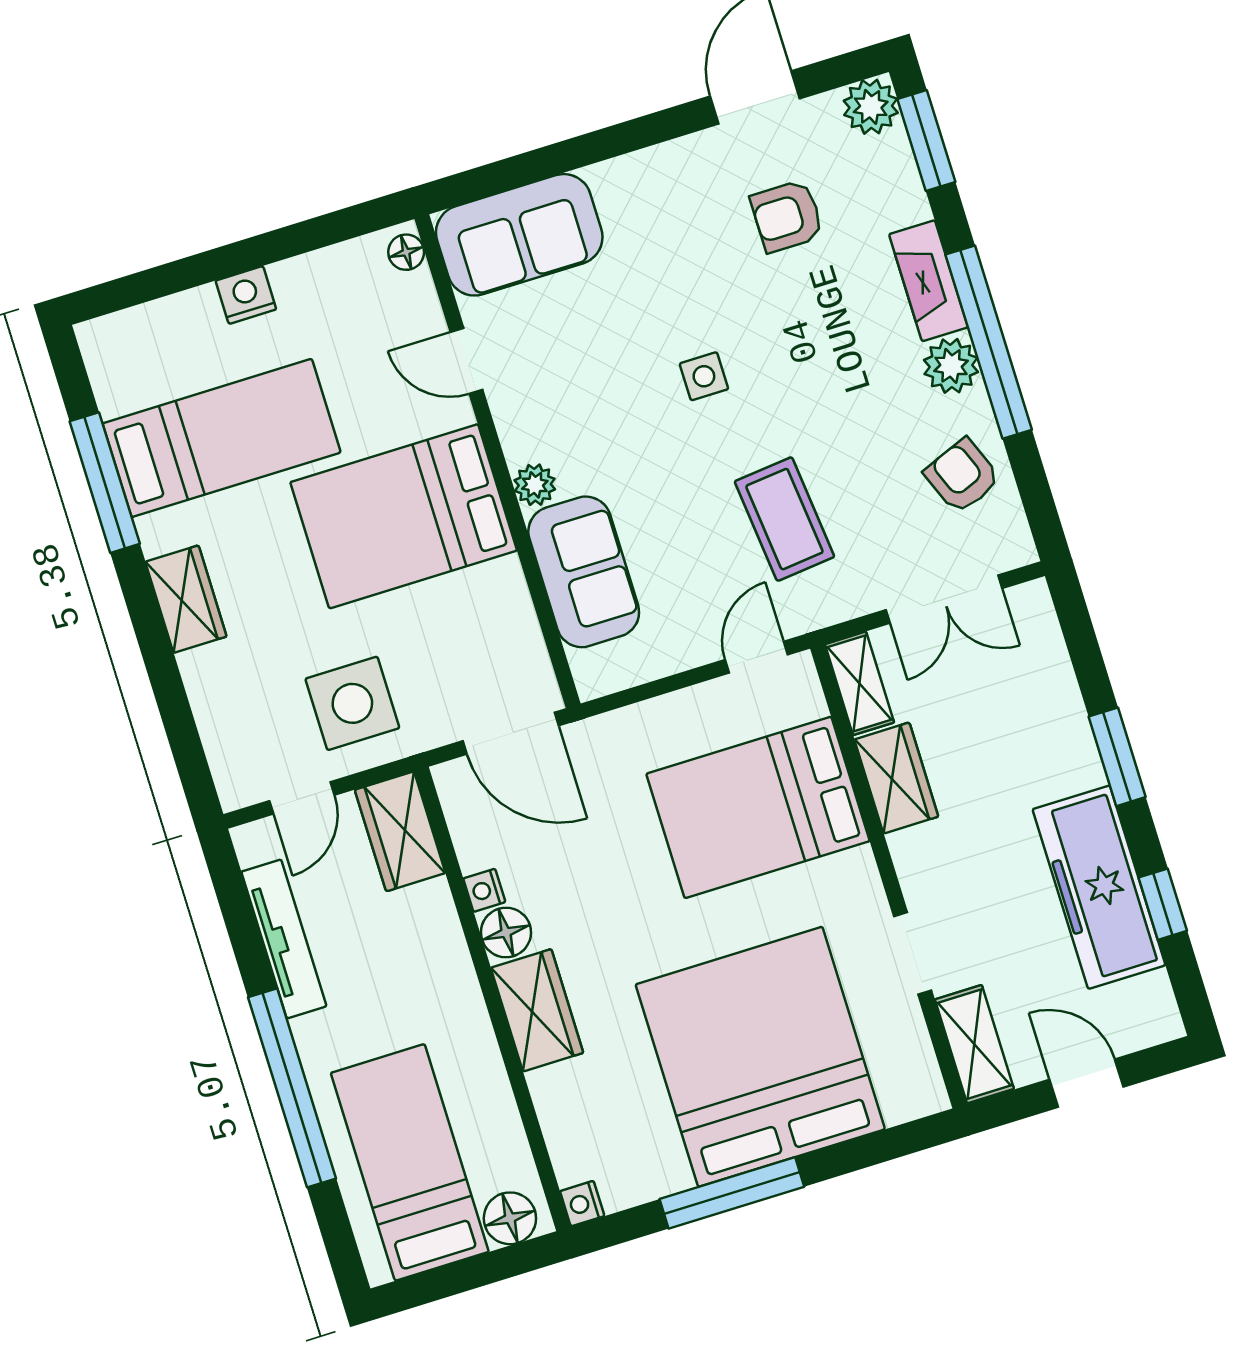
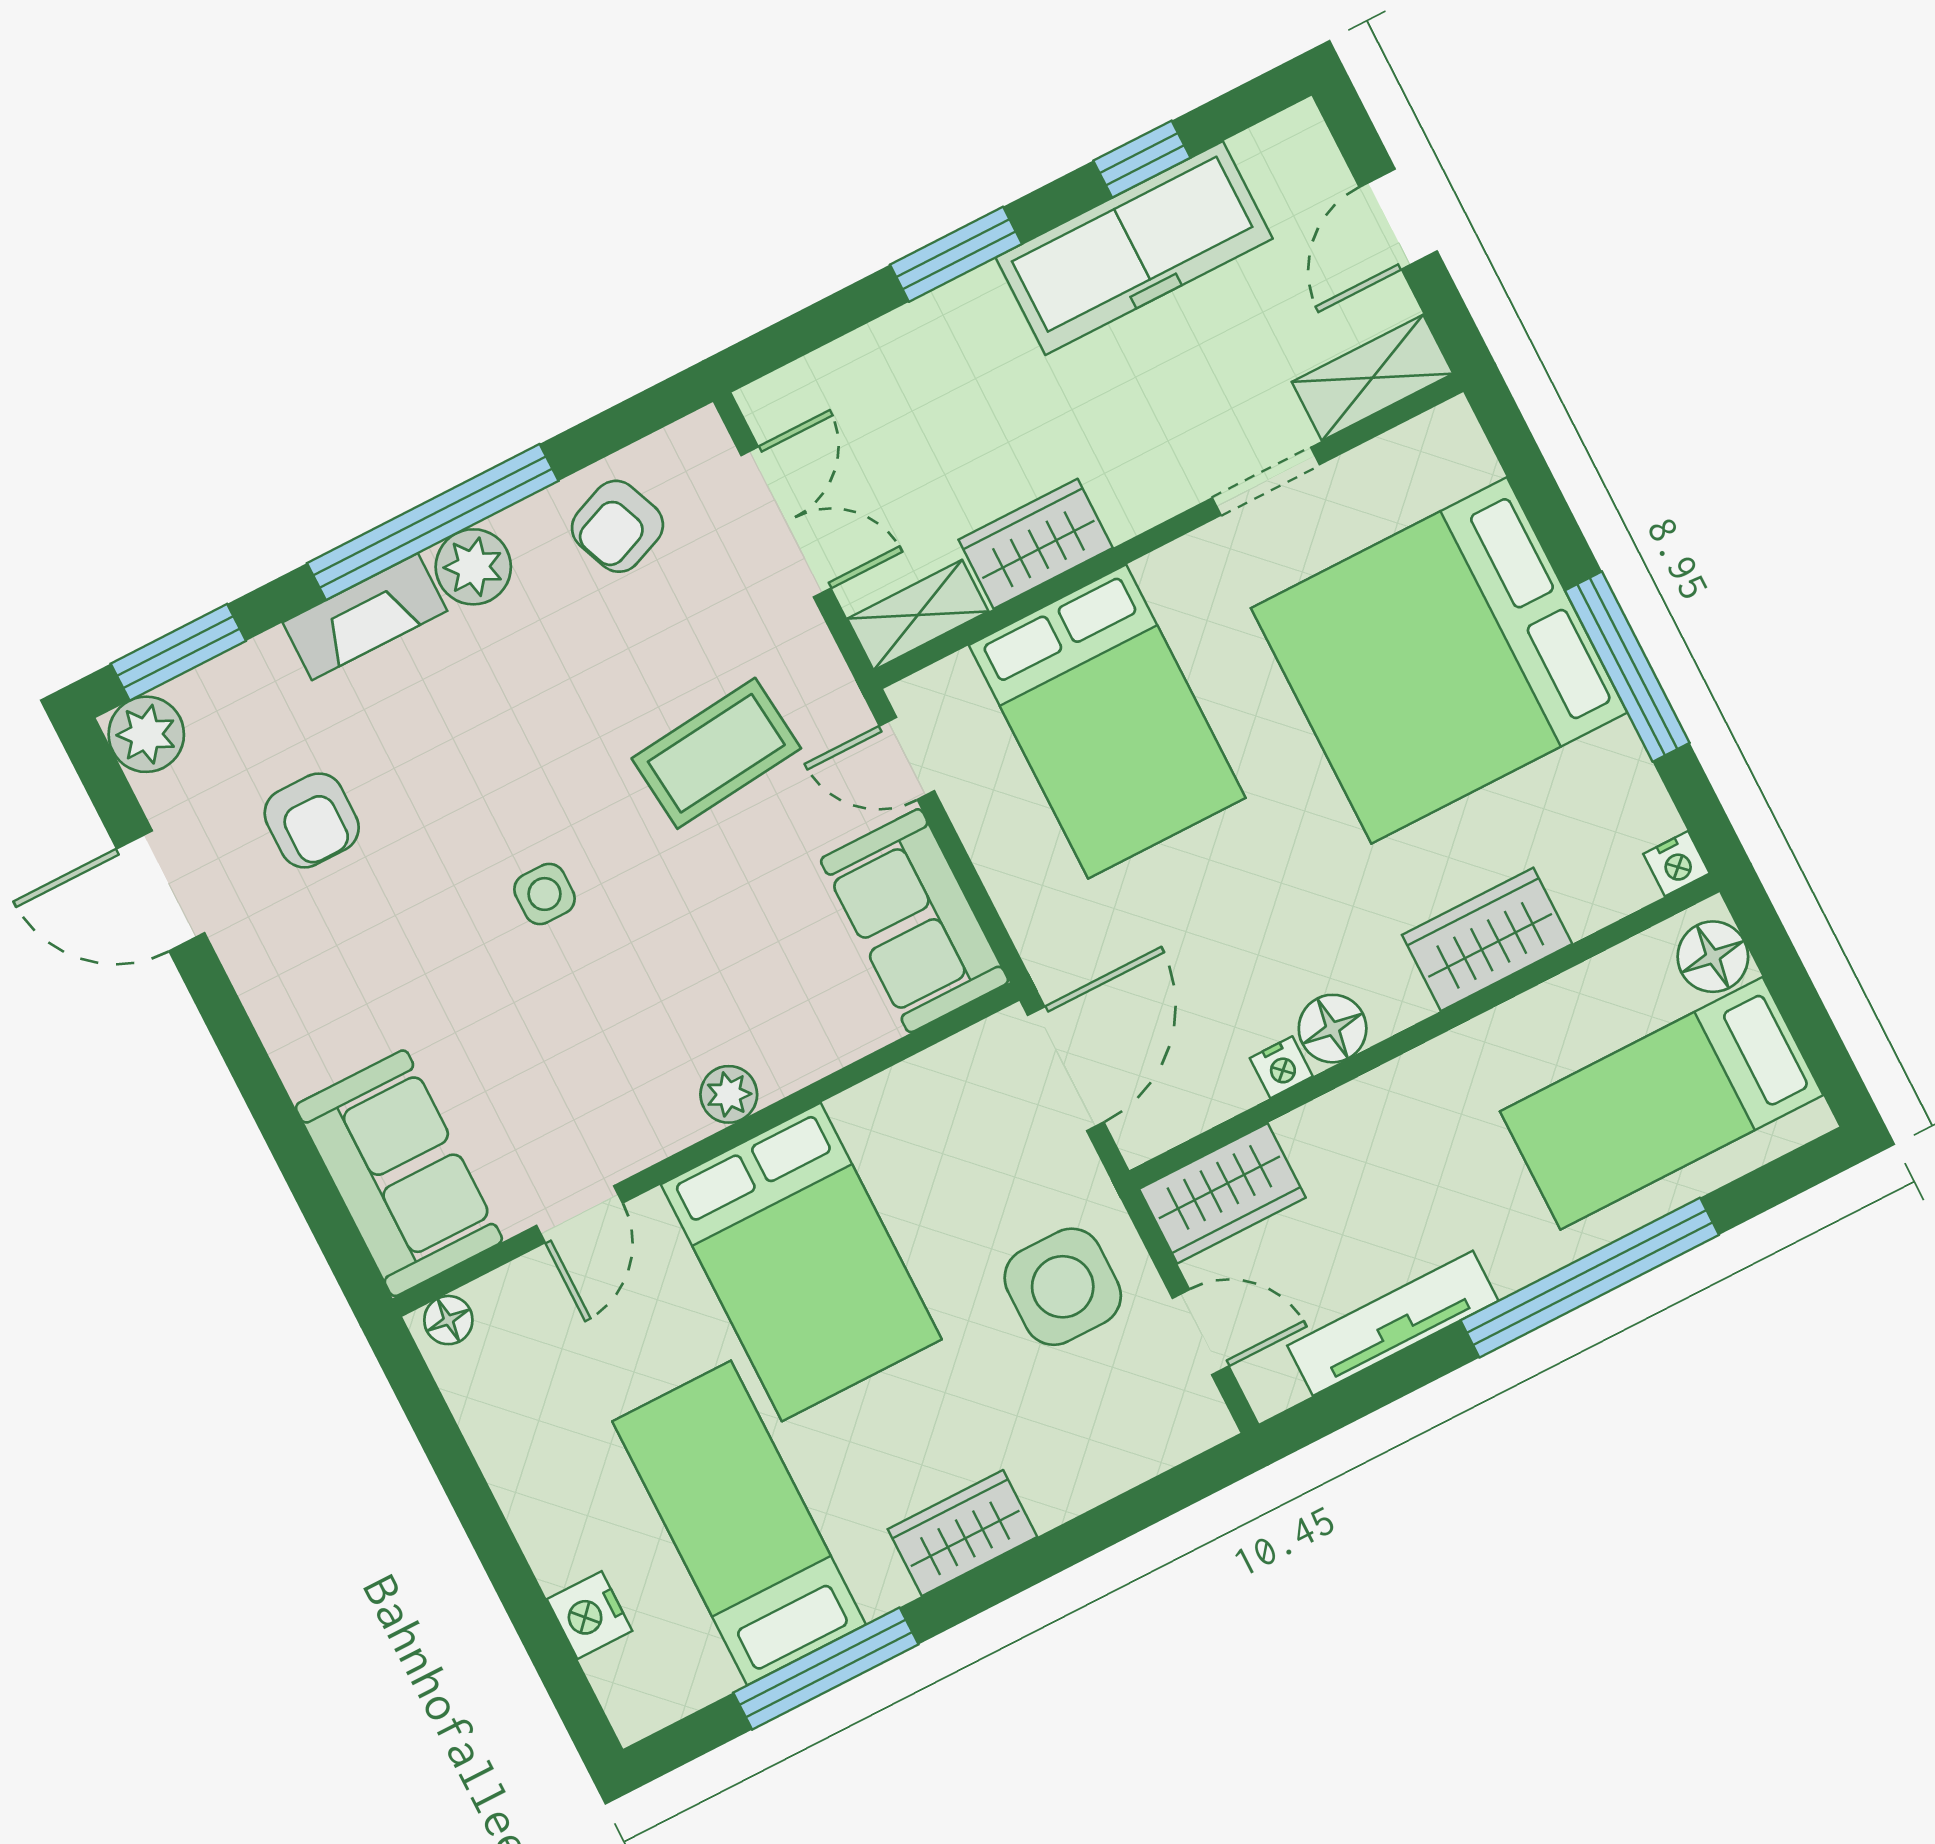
nightstand: (246, 295) -> (589, 1615), moved
sofa: (584, 572) -> (915, 921), moved, turned -90
wardrobe: (537, 1010) -> (1487, 939), moved

